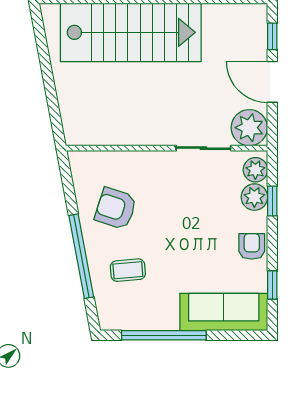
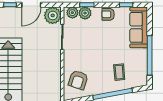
armchair: (116, 208) -> (78, 80), moved

